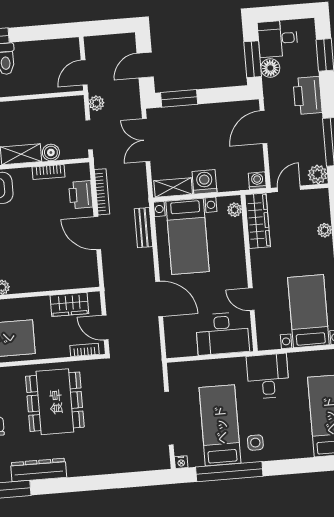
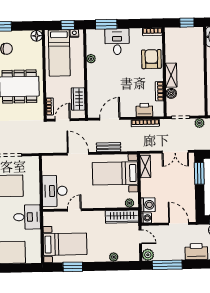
double door: (146, 140) -> (175, 152), swing flipped
washing machine: (204, 182) -> (148, 205), moved
bench: (143, 228) -> (109, 147), moved
door: (97, 233) -> (110, 119), moved
door: (159, 299) -> (78, 154), swing flipped

